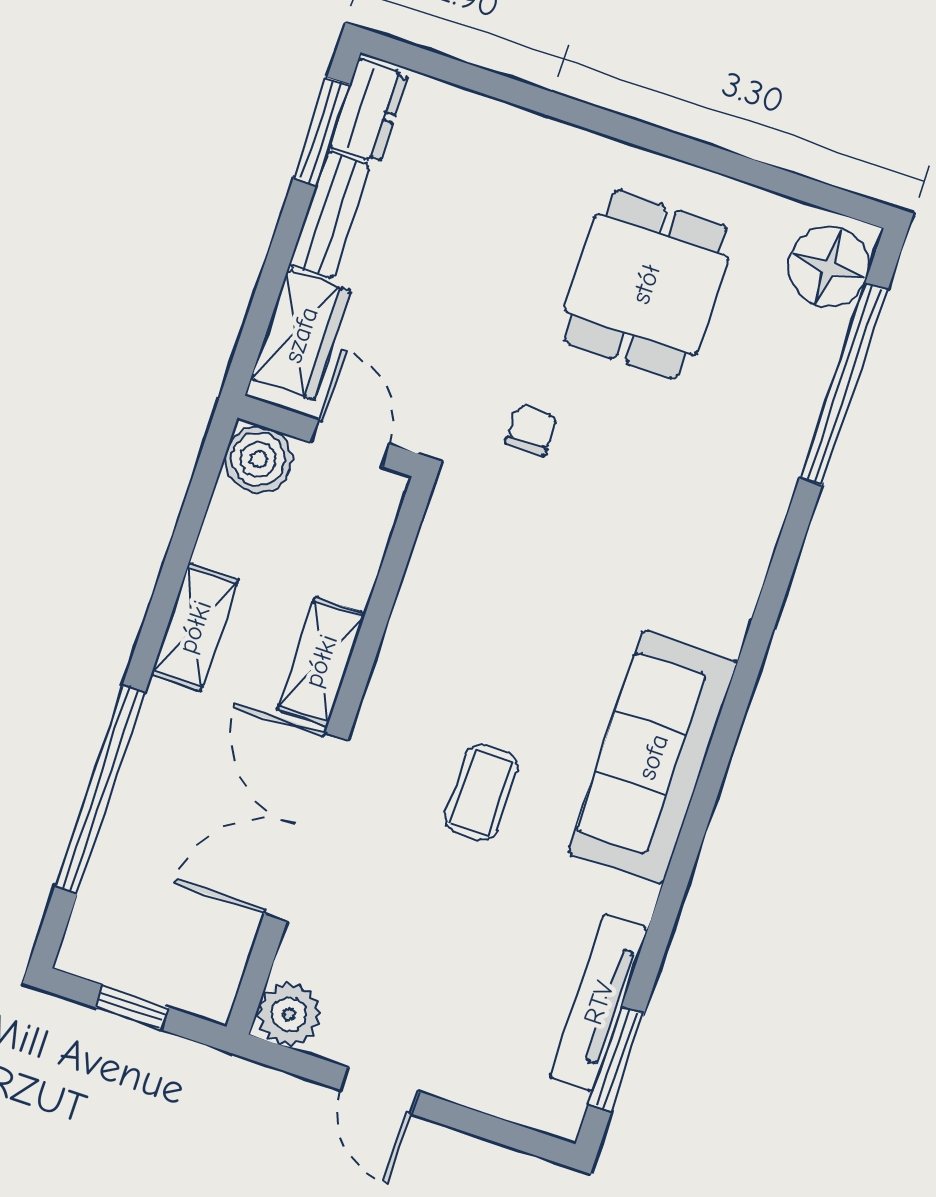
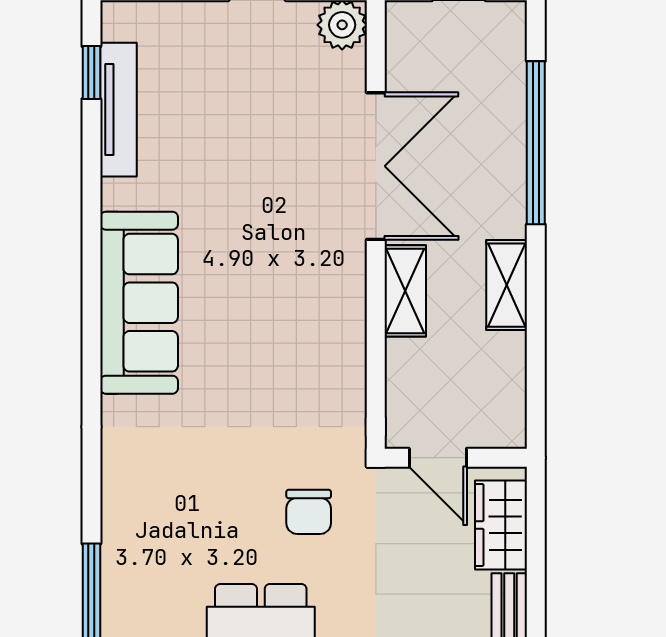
chair: (531, 430) -> (309, 512), width x1.37, depth x1.37
boiler: (258, 459) -> (501, 423), removed
coffee table: (481, 793) -> (256, 234), removed
window: (616, 1059) -> (91, 73), width x0.67

